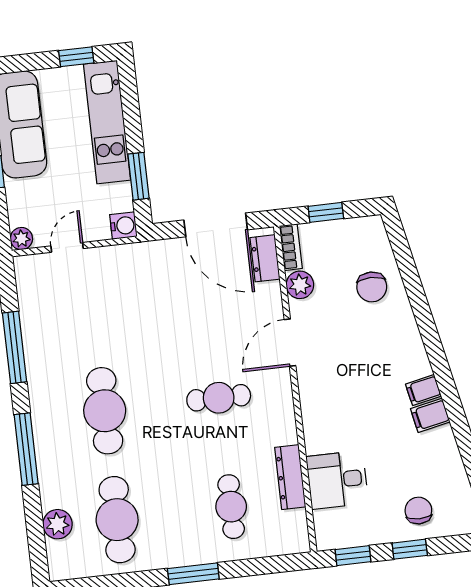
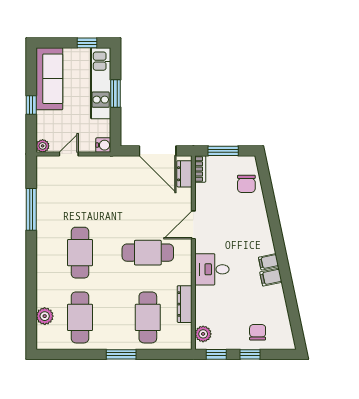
window: (138, 176) -> (115, 93), moved
window: (326, 212) -> (223, 151), width x1.50
plant: (300, 285) -> (203, 334), moved
chair: (372, 287) -> (246, 184), moved
cafe table: (219, 398) -> (148, 253), width x1.37, depth x1.35
window: (26, 449) -> (31, 270), removed
desk: (337, 480) -> (212, 269), moved
cafe table: (231, 507) -> (148, 317), width x1.37, depth x1.35

